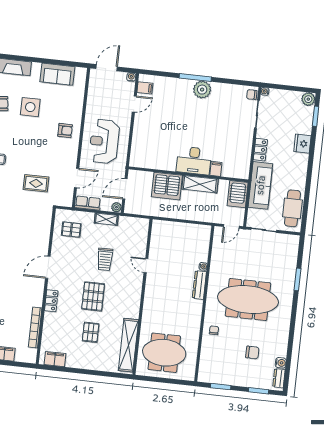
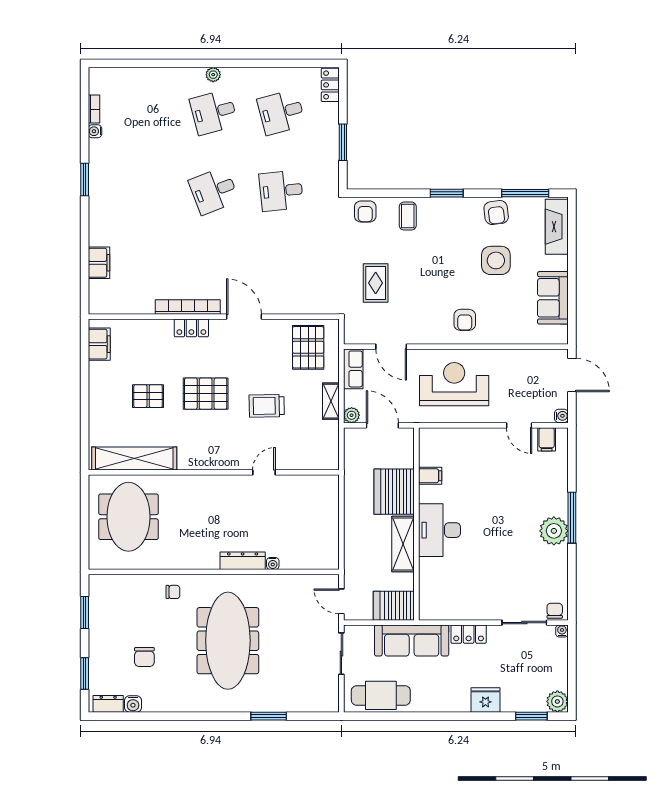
filing cabinet: (216, 169) -> (430, 476), moved
pallet: (71, 230) -> (308, 347), width x1.50, depth x1.42
bookcase: (35, 328) -> (188, 307), moved

